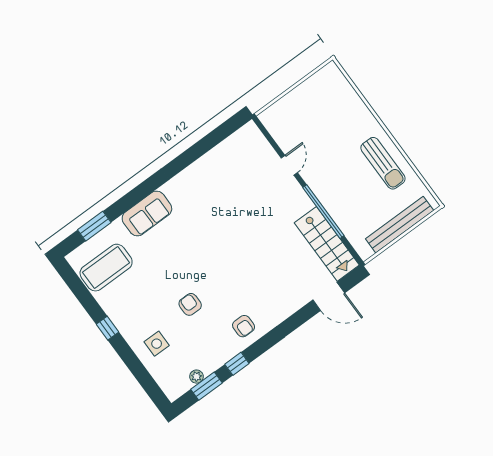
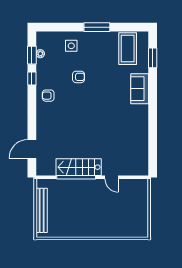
sun lounger: (383, 163) -> (78, 225), removed
stairs: (327, 244) -> (79, 167), moved
window: (107, 328) -> (97, 27), width x2.17

